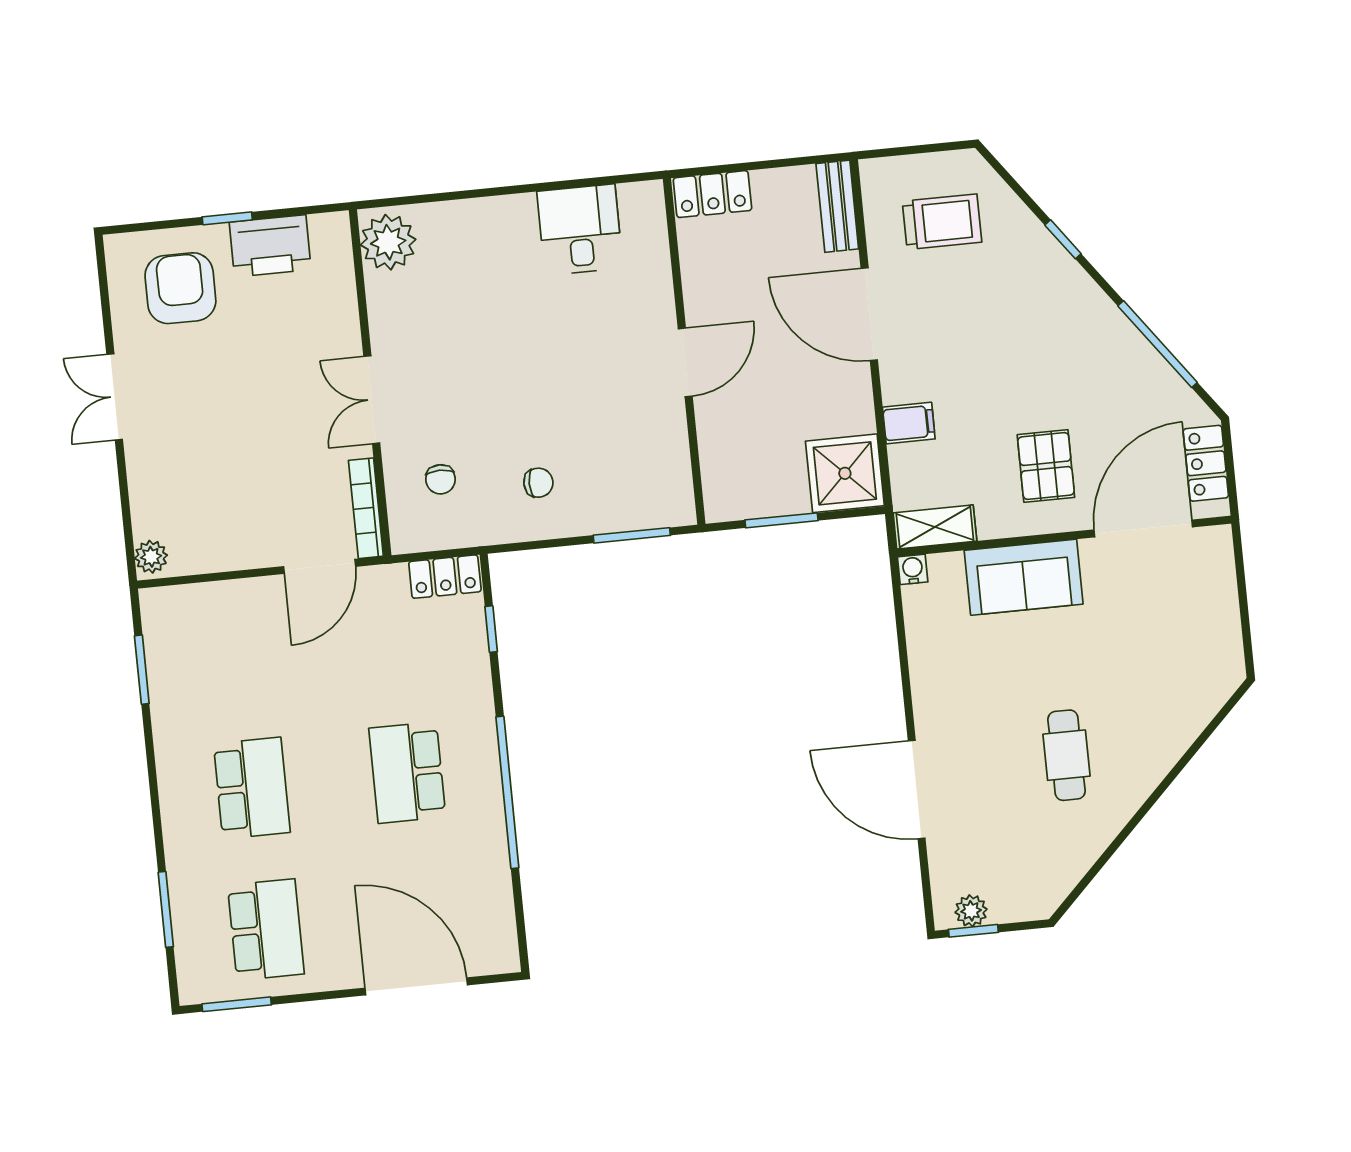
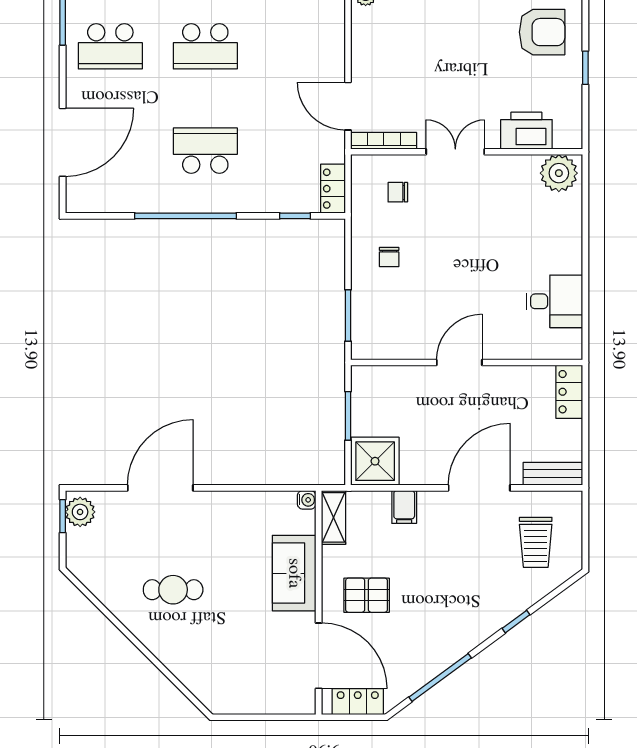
printer: (270, 246) -> (526, 131), moved, turned 90
door: (685, 362) -> (459, 363), swing flipped
plant: (971, 911) -> (80, 512), width x1.38, depth x1.38

